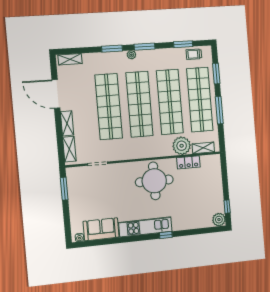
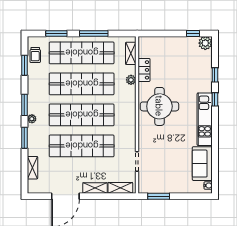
shelving: (70, 59) -> (32, 168), moved
plant: (182, 146) -> (131, 80), width x0.53, depth x0.53
window: (189, 232) -> (215, 75), added

